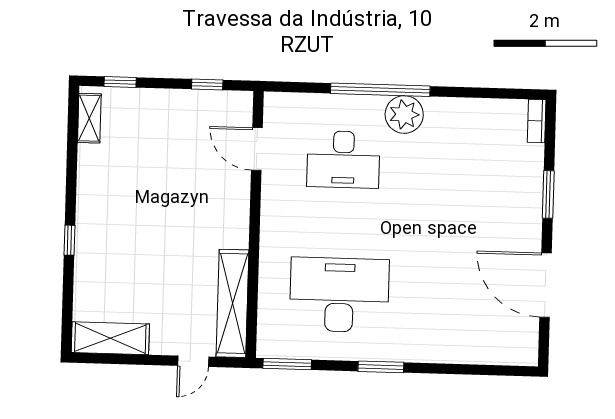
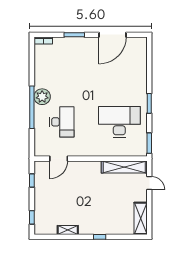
shelving: (89, 118) -> (68, 230), moved
desk: (339, 295) -> (119, 122), turned 90

